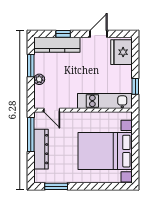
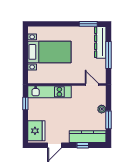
window: (31, 135) -> (108, 55), moved
dresser: (41, 149) -> (100, 42), moved
bed with nightstands: (105, 151) -> (49, 52), width x0.73

